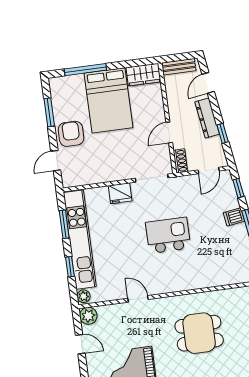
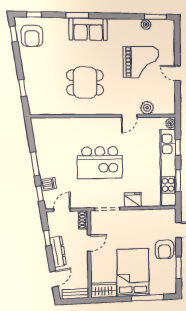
dishwasher: (234, 217) -> (48, 184), moved
kitchen island: (168, 235) -> (100, 163), width x1.37, depth x1.28
door: (138, 299) -> (129, 116), hinge flipped
plant: (88, 316) -> (147, 108), moved
door: (80, 344) -> (177, 73), moved

